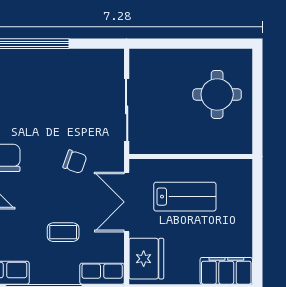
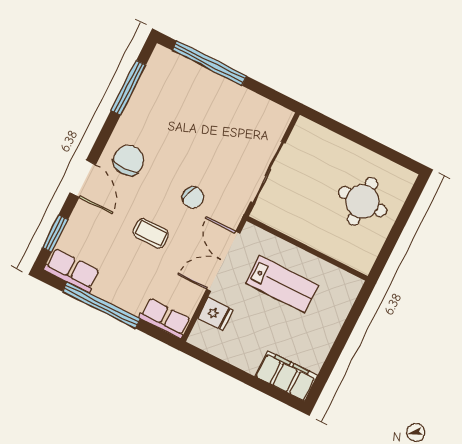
coffee table: (63, 232) -> (151, 233), moved
fridge: (146, 259) -> (215, 314), width x0.53, depth x0.75

